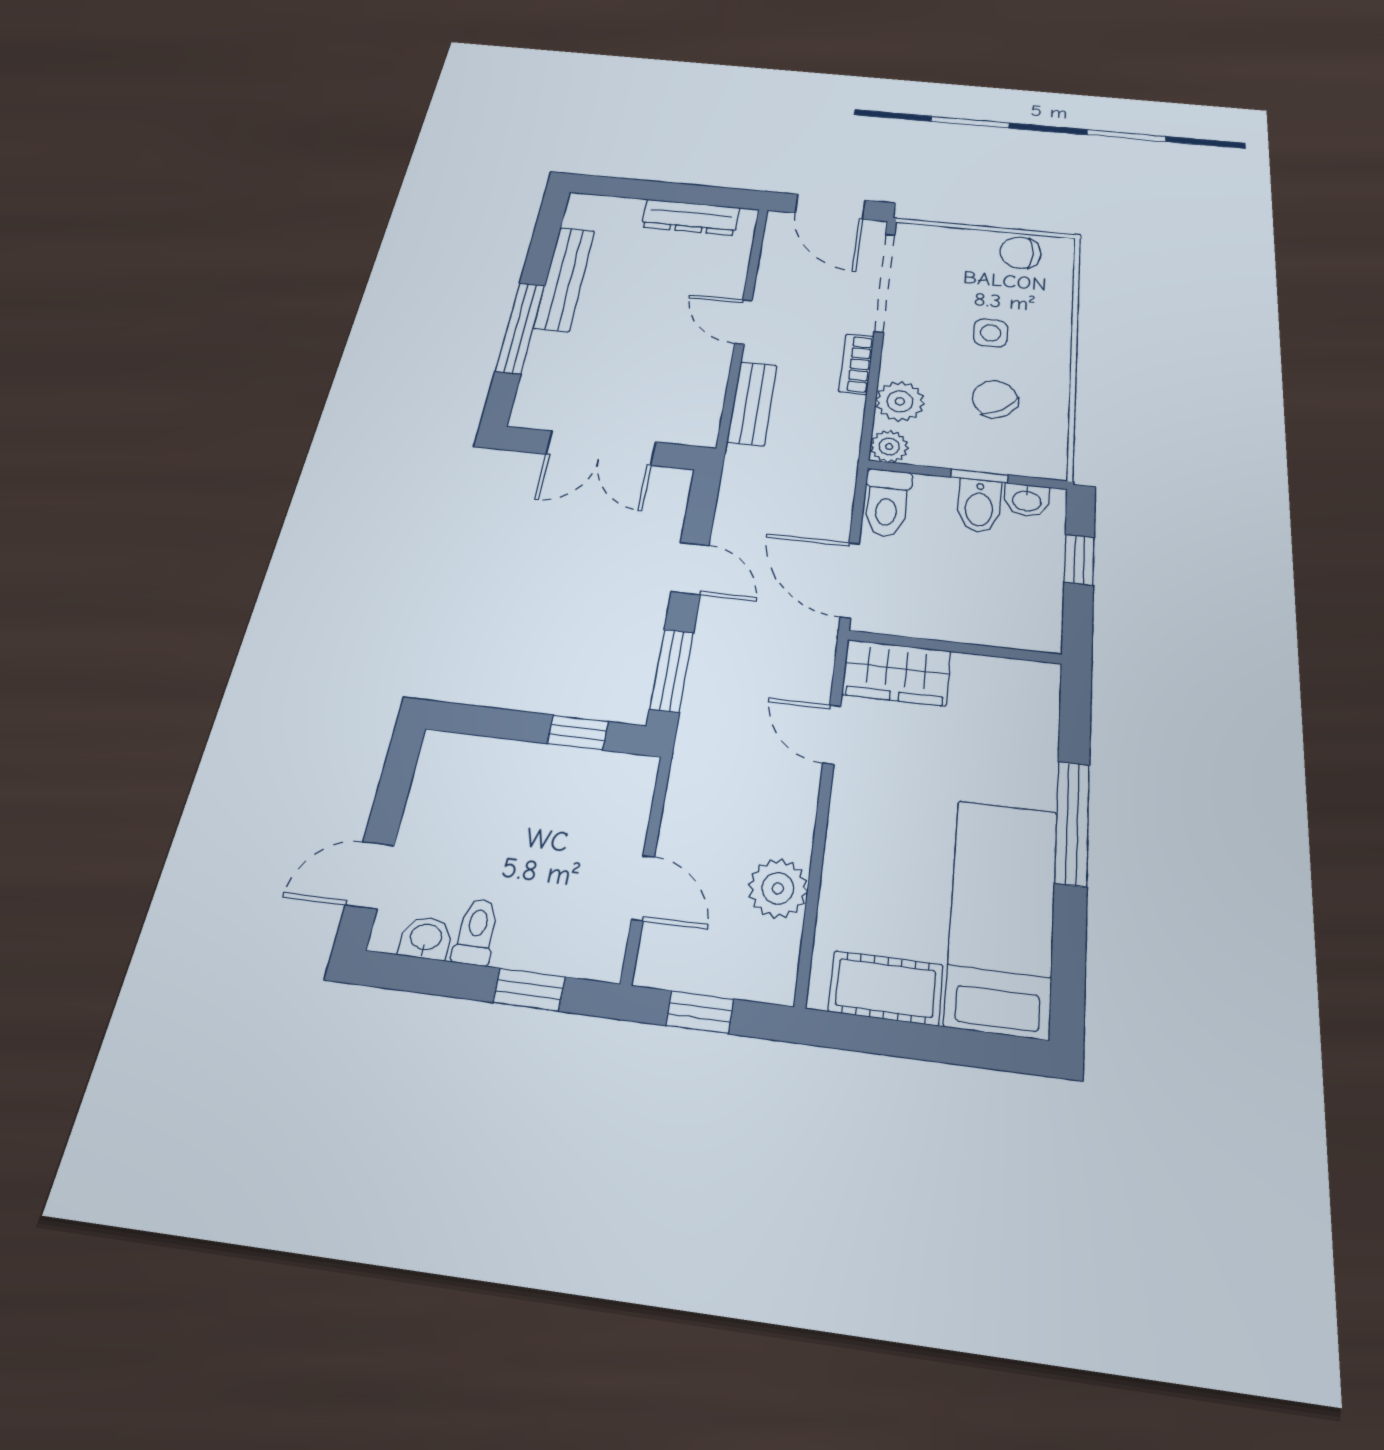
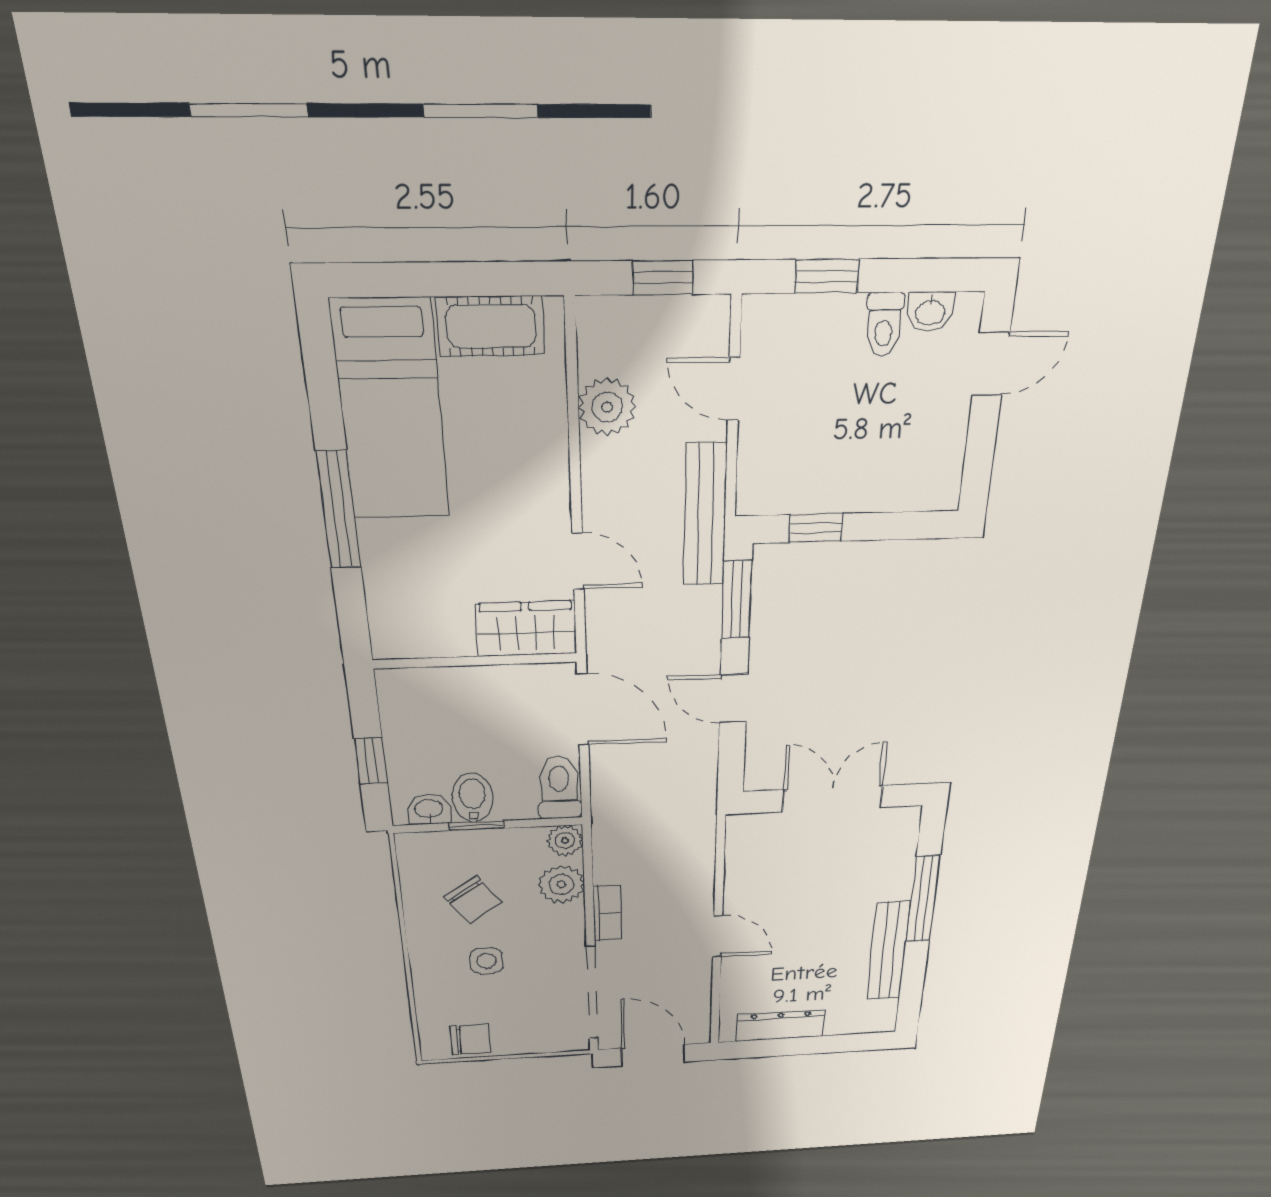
bench: (752, 403) -> (705, 515), moved, width x1.36

